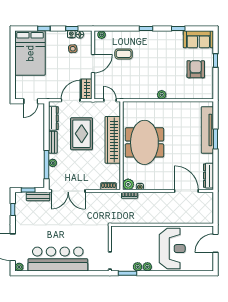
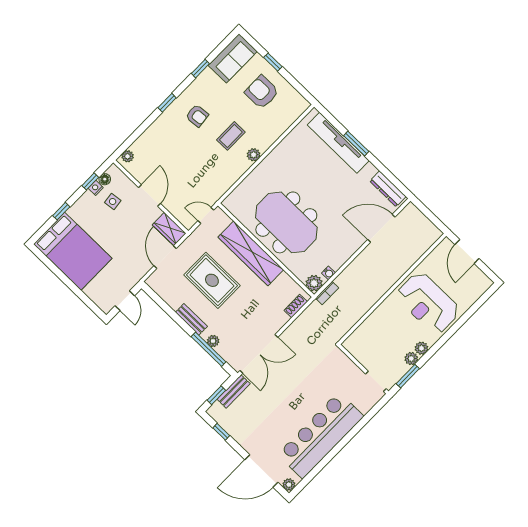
armchair: (154, 49) -> (197, 116), added
coffee table: (124, 54) -> (231, 136), moved
dresser: (53, 118) -> (166, 294), removed
reception desk: (172, 249) -> (428, 303), turned 180

